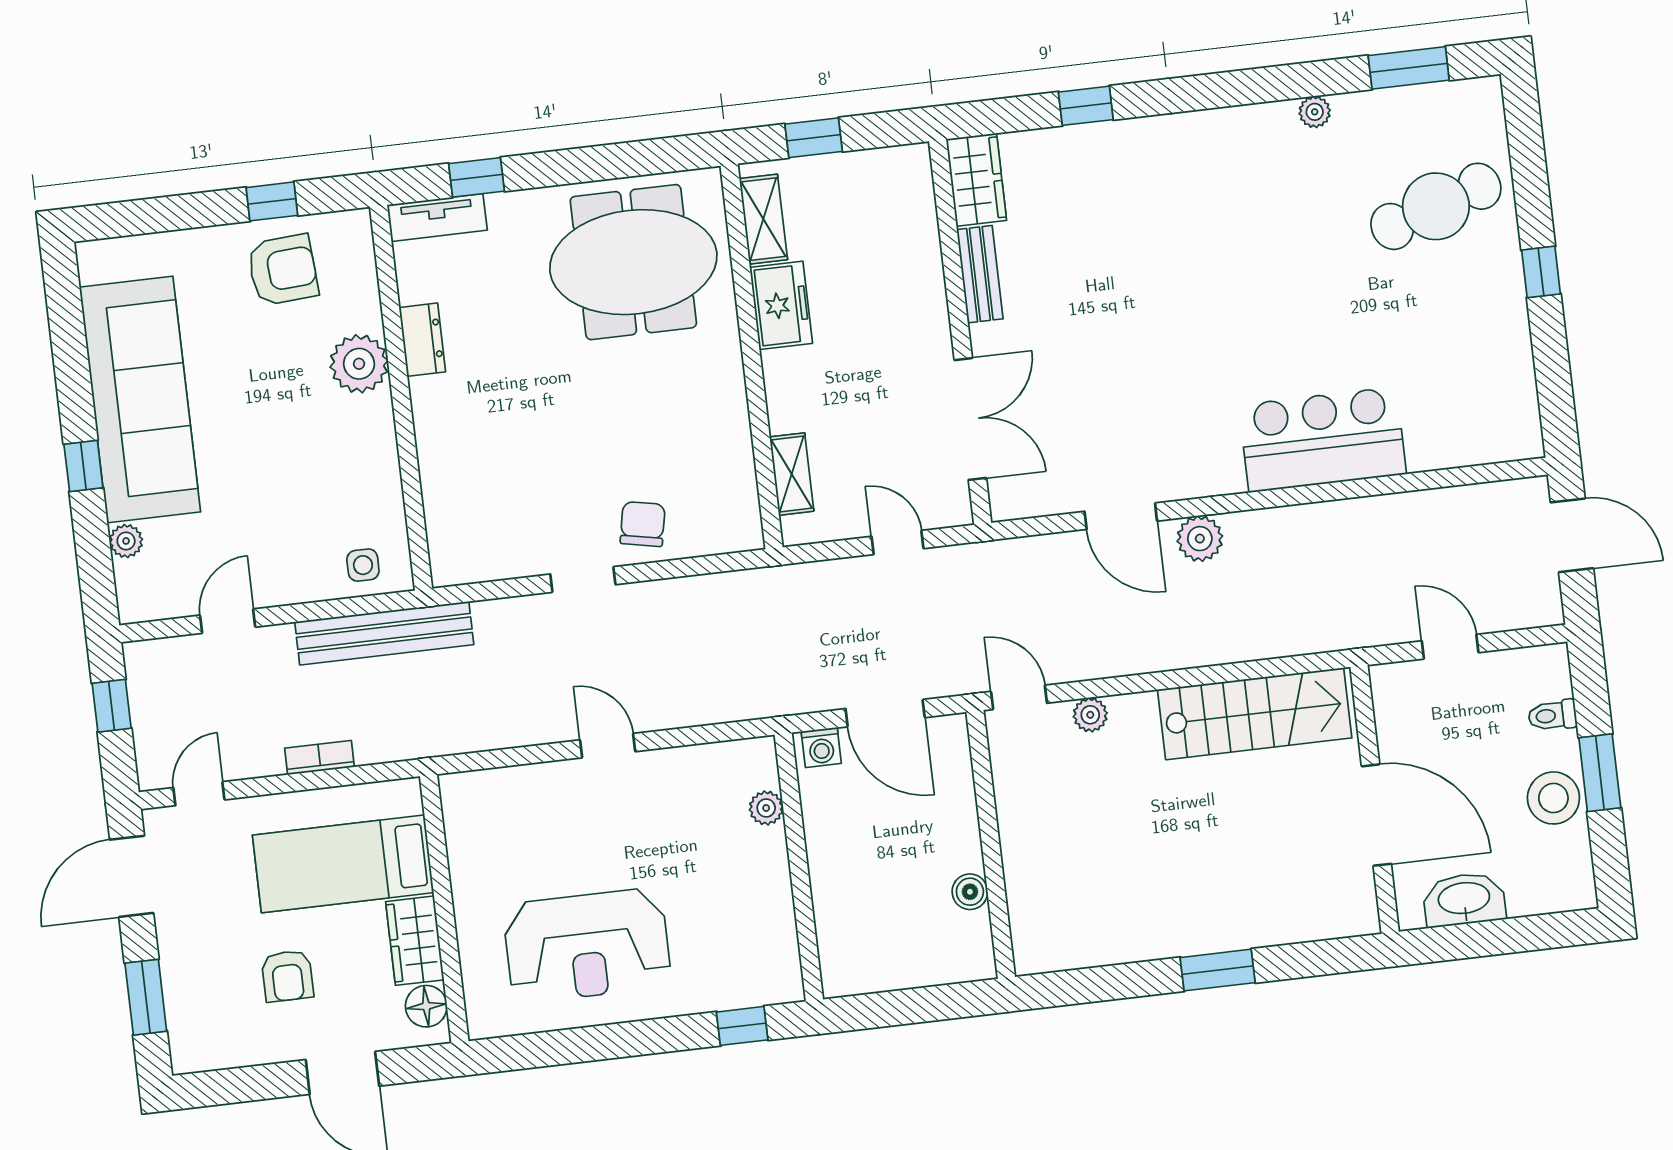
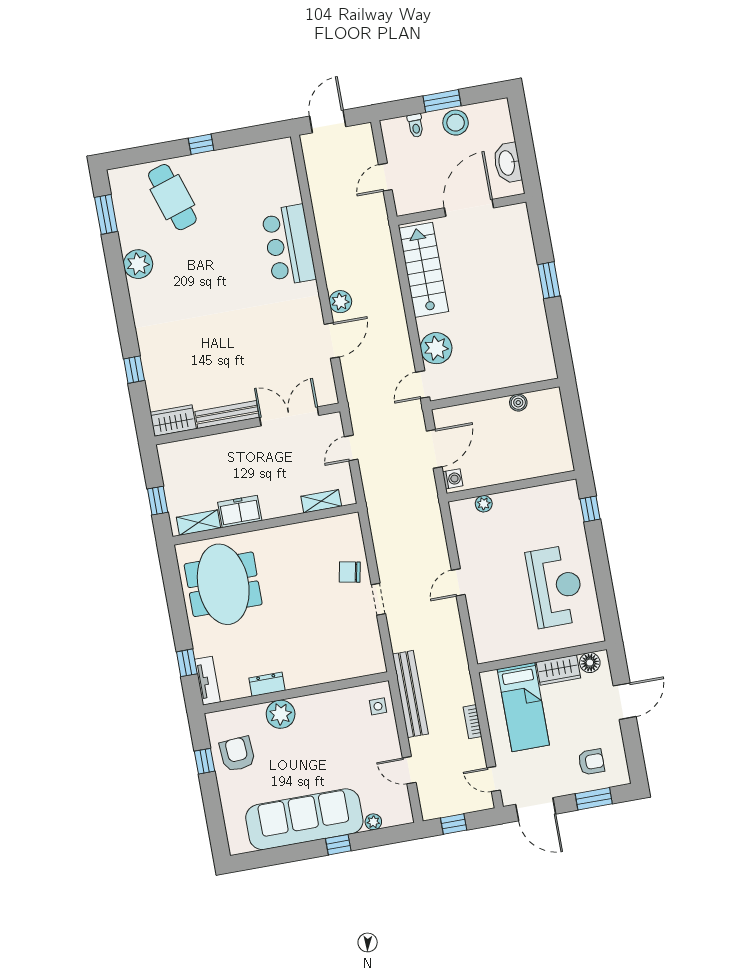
plant: (1315, 112) -> (138, 264), width x1.87, depth x1.87
bench: (980, 274) -> (227, 415), width x1.36
plant: (1090, 715) -> (436, 348), width x1.88, depth x1.88
armchair: (287, 976) -> (591, 762), moved

